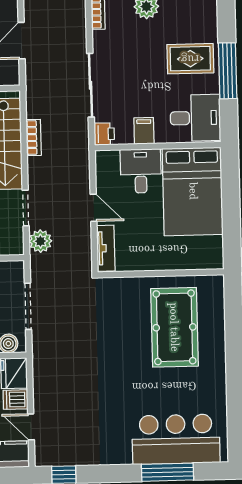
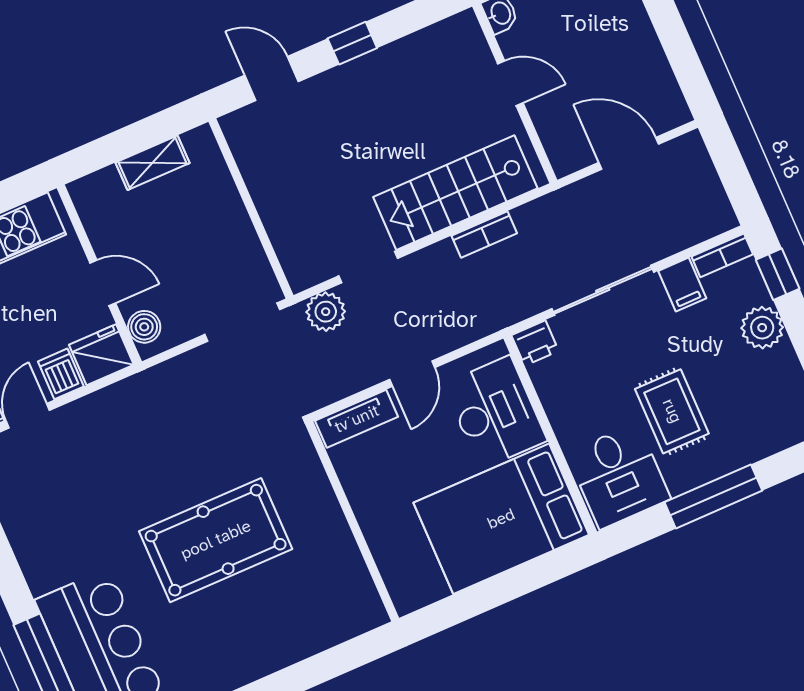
rug: (190, 59) -> (672, 411), moved
filing cabinet: (144, 131) -> (682, 285), moved, turned 90
desk: (141, 171) -> (495, 412), width x1.37
doorway: (28, 306) -> (242, 322), moved
pool table: (174, 327) -> (216, 540), moved

